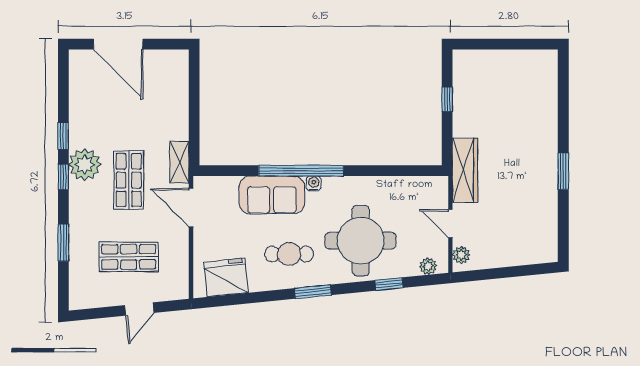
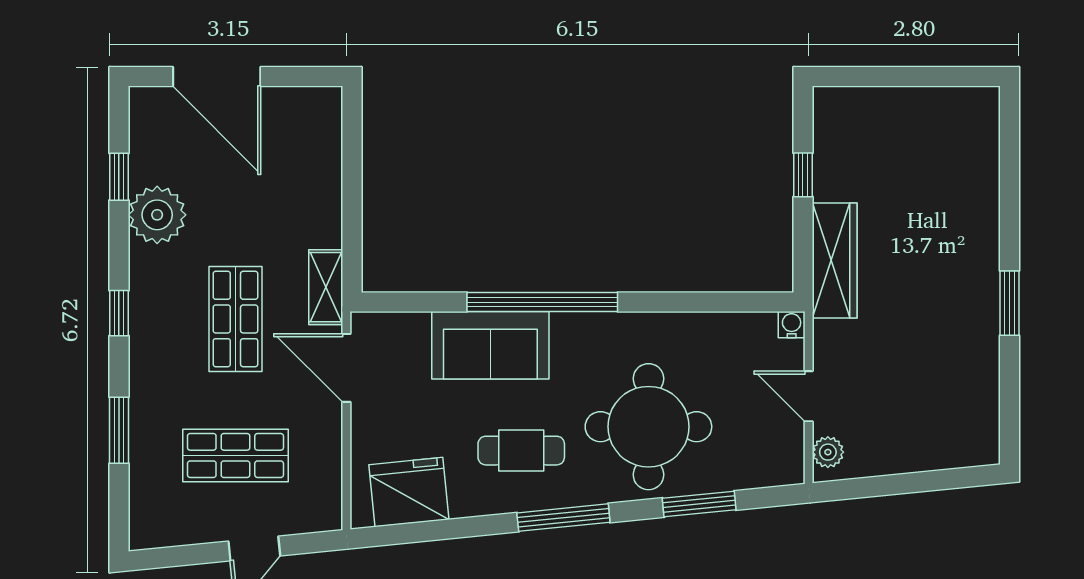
window: (63, 136) -> (119, 177), moved
plant: (85, 165) -> (157, 215), moved
wardrobe: (465, 170) -> (835, 261), moved
water cooler: (314, 183) -> (792, 325), moved
plant: (428, 266) -> (769, 472), removed
window: (389, 284) -> (699, 504), width x1.50
window: (313, 292) -> (563, 518), width x1.44

